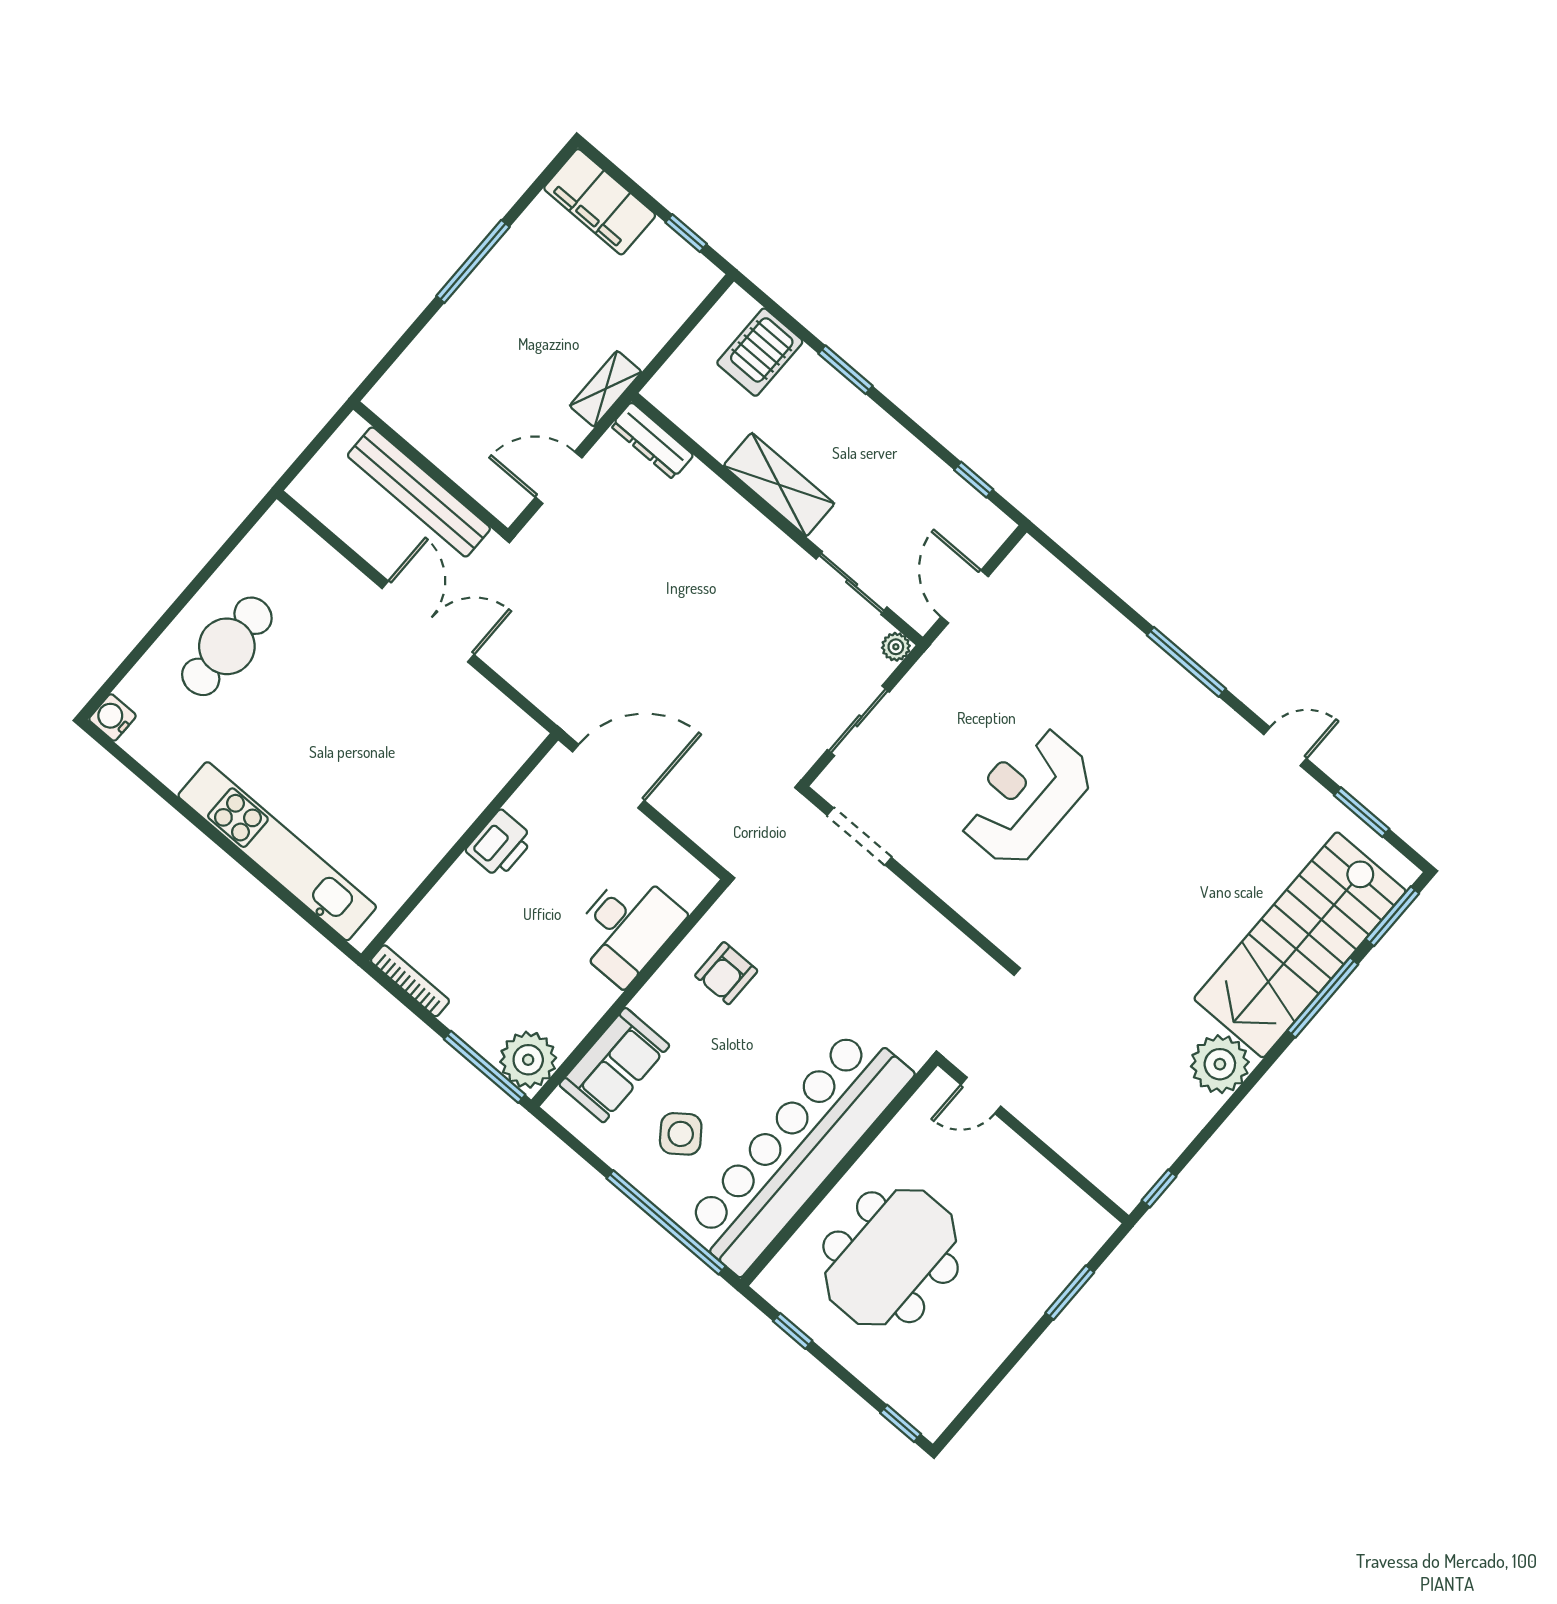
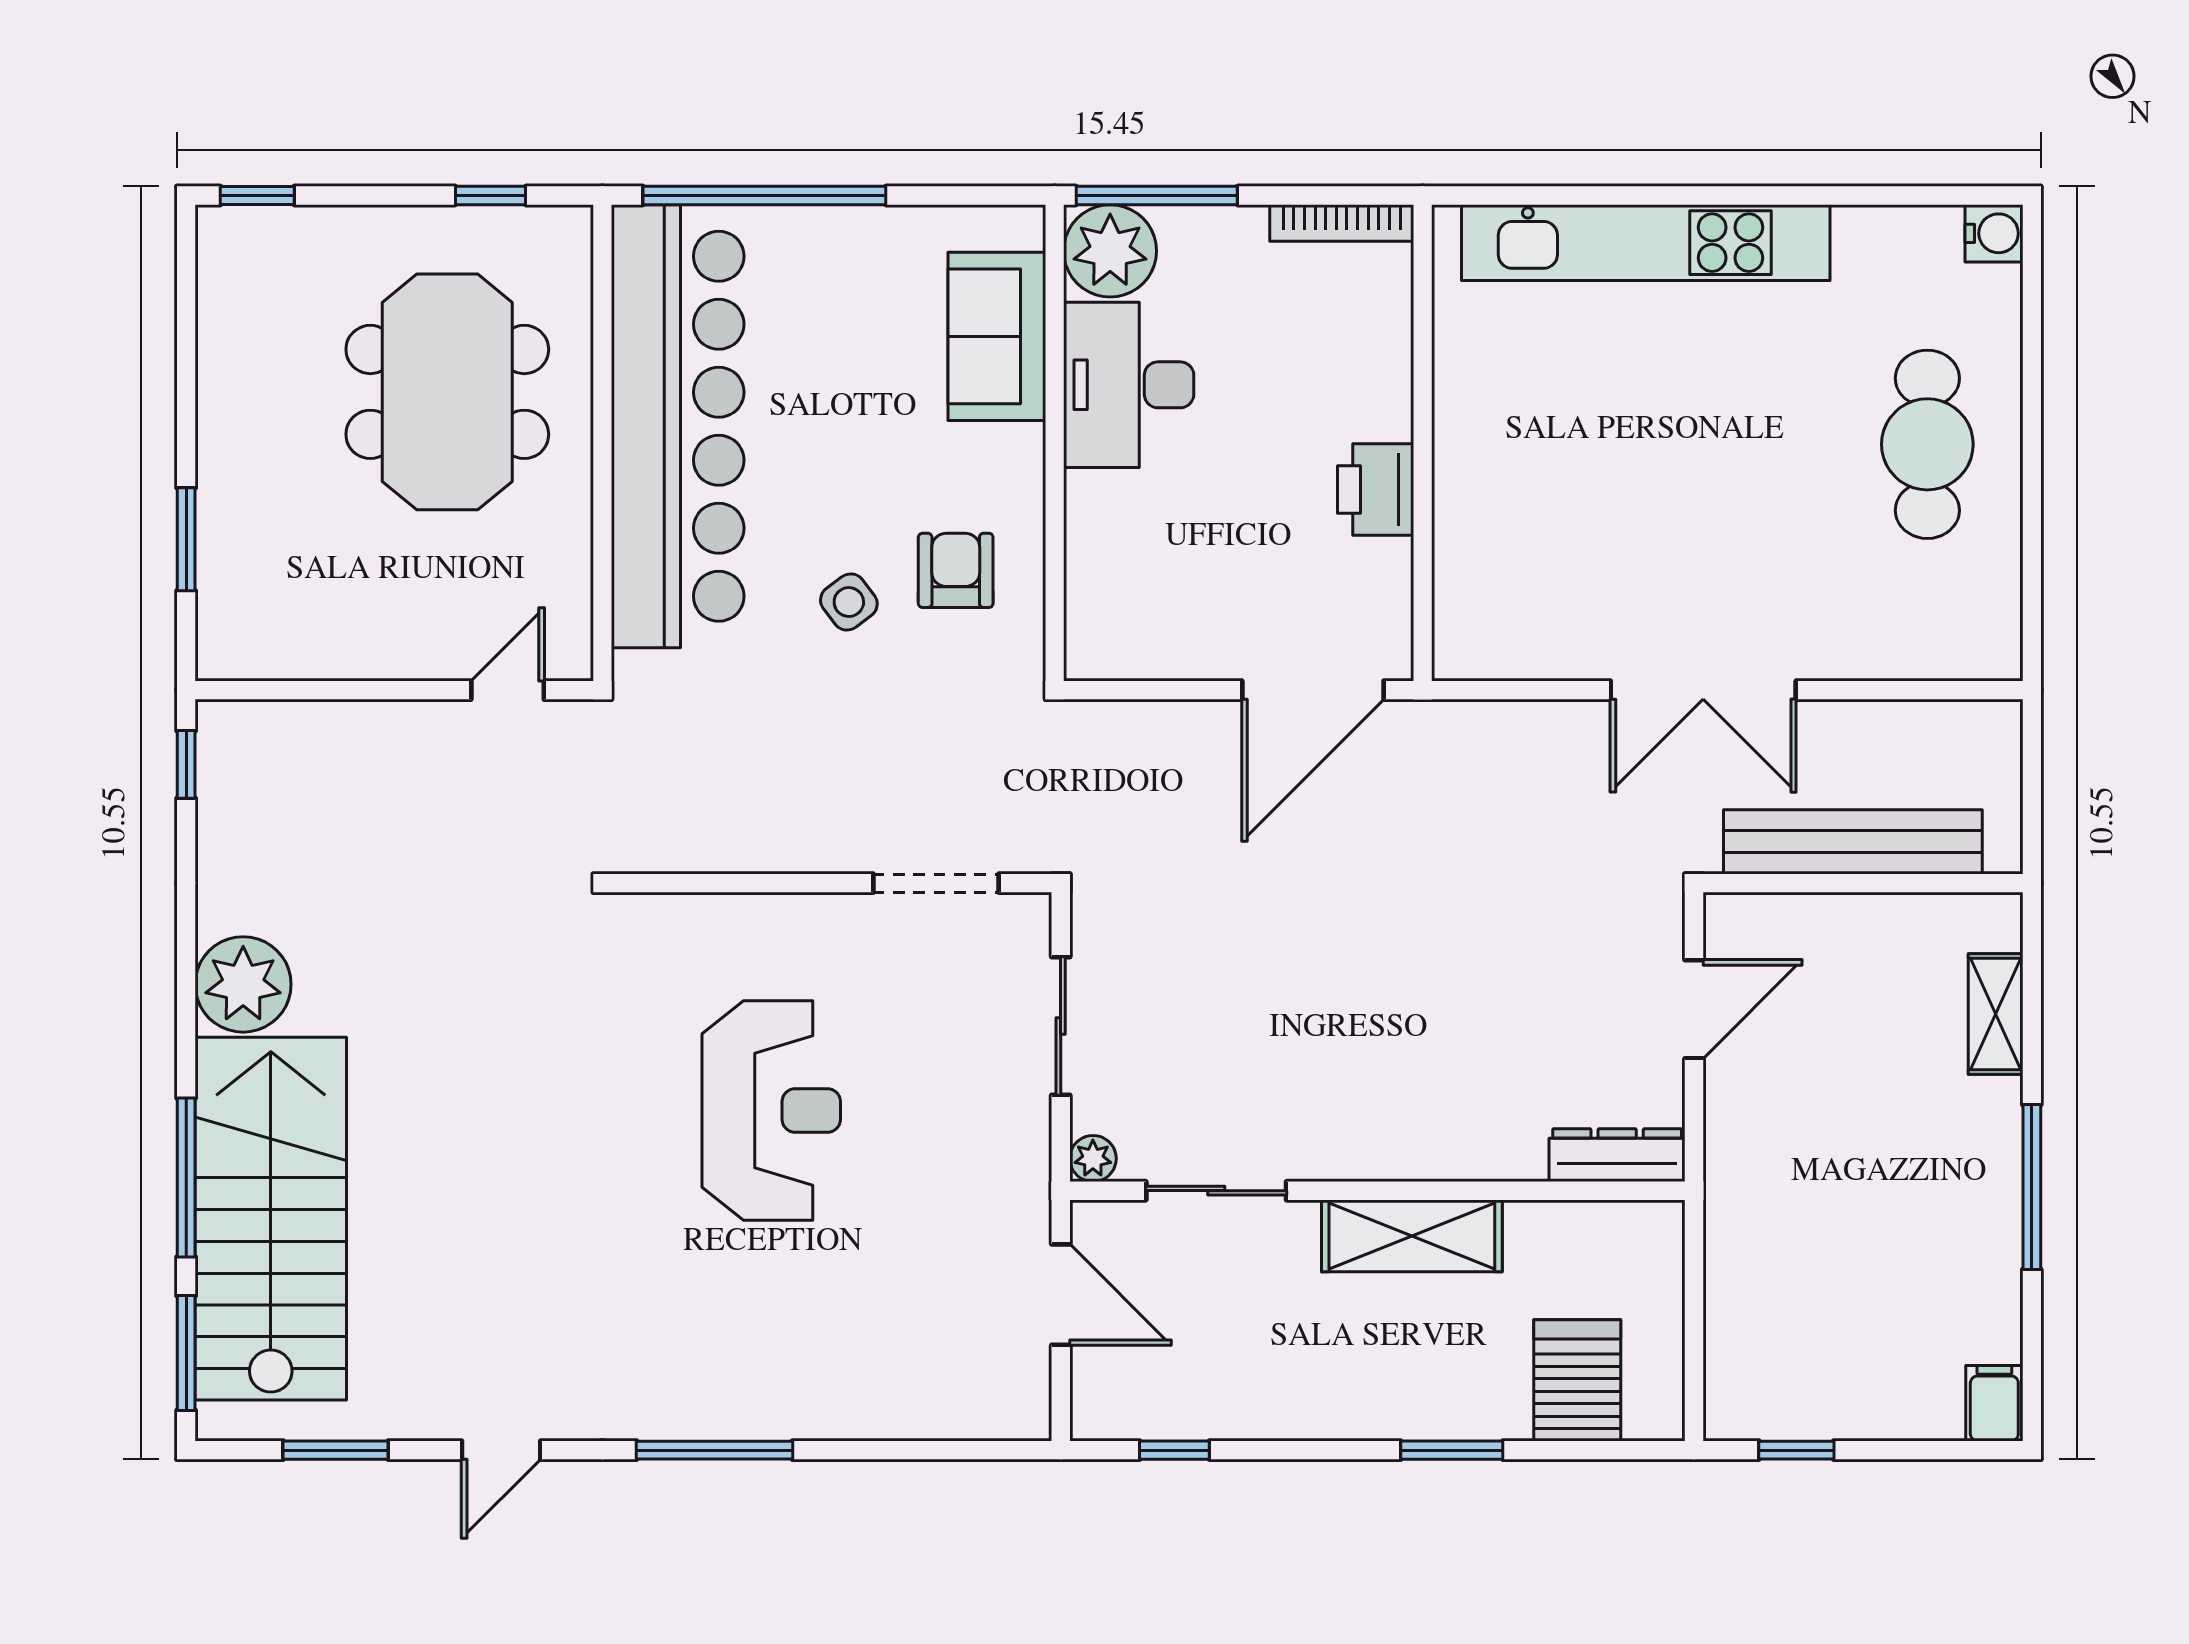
filing cabinet: (600, 202) -> (1994, 1403), width x0.33, depth x0.86
shelving: (606, 389) -> (1996, 1014), moved
desk: (627, 927) -> (1129, 385), moved
side table: (681, 1134) -> (849, 602), moved, width x0.73, depth x0.73

